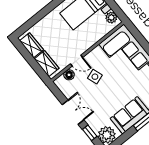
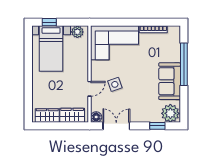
floor lamp: (69, 75) -> (96, 117), moved
double door: (73, 112) -> (116, 126), moved

